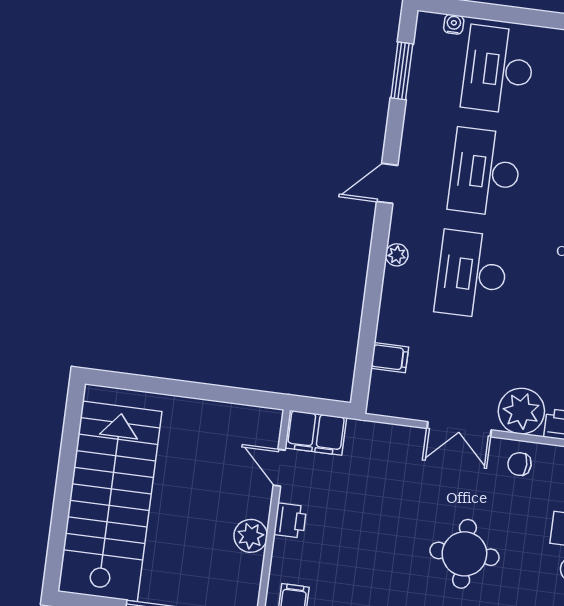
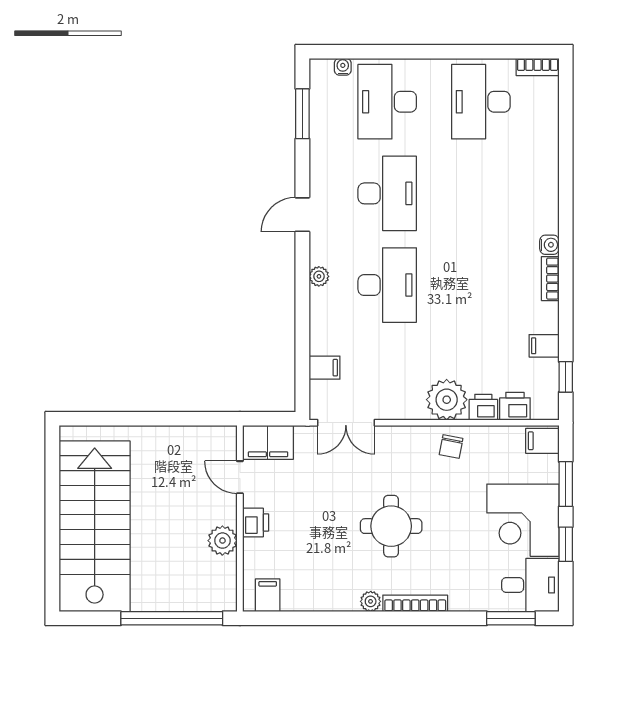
desk: (485, 172) -> (387, 193), turned 180
desk: (472, 274) -> (387, 285), turned 180
double door: (459, 429) -> (346, 423), moved
chair: (520, 464) -> (451, 447), turned -79
round table: (464, 554) -> (391, 526), moved

